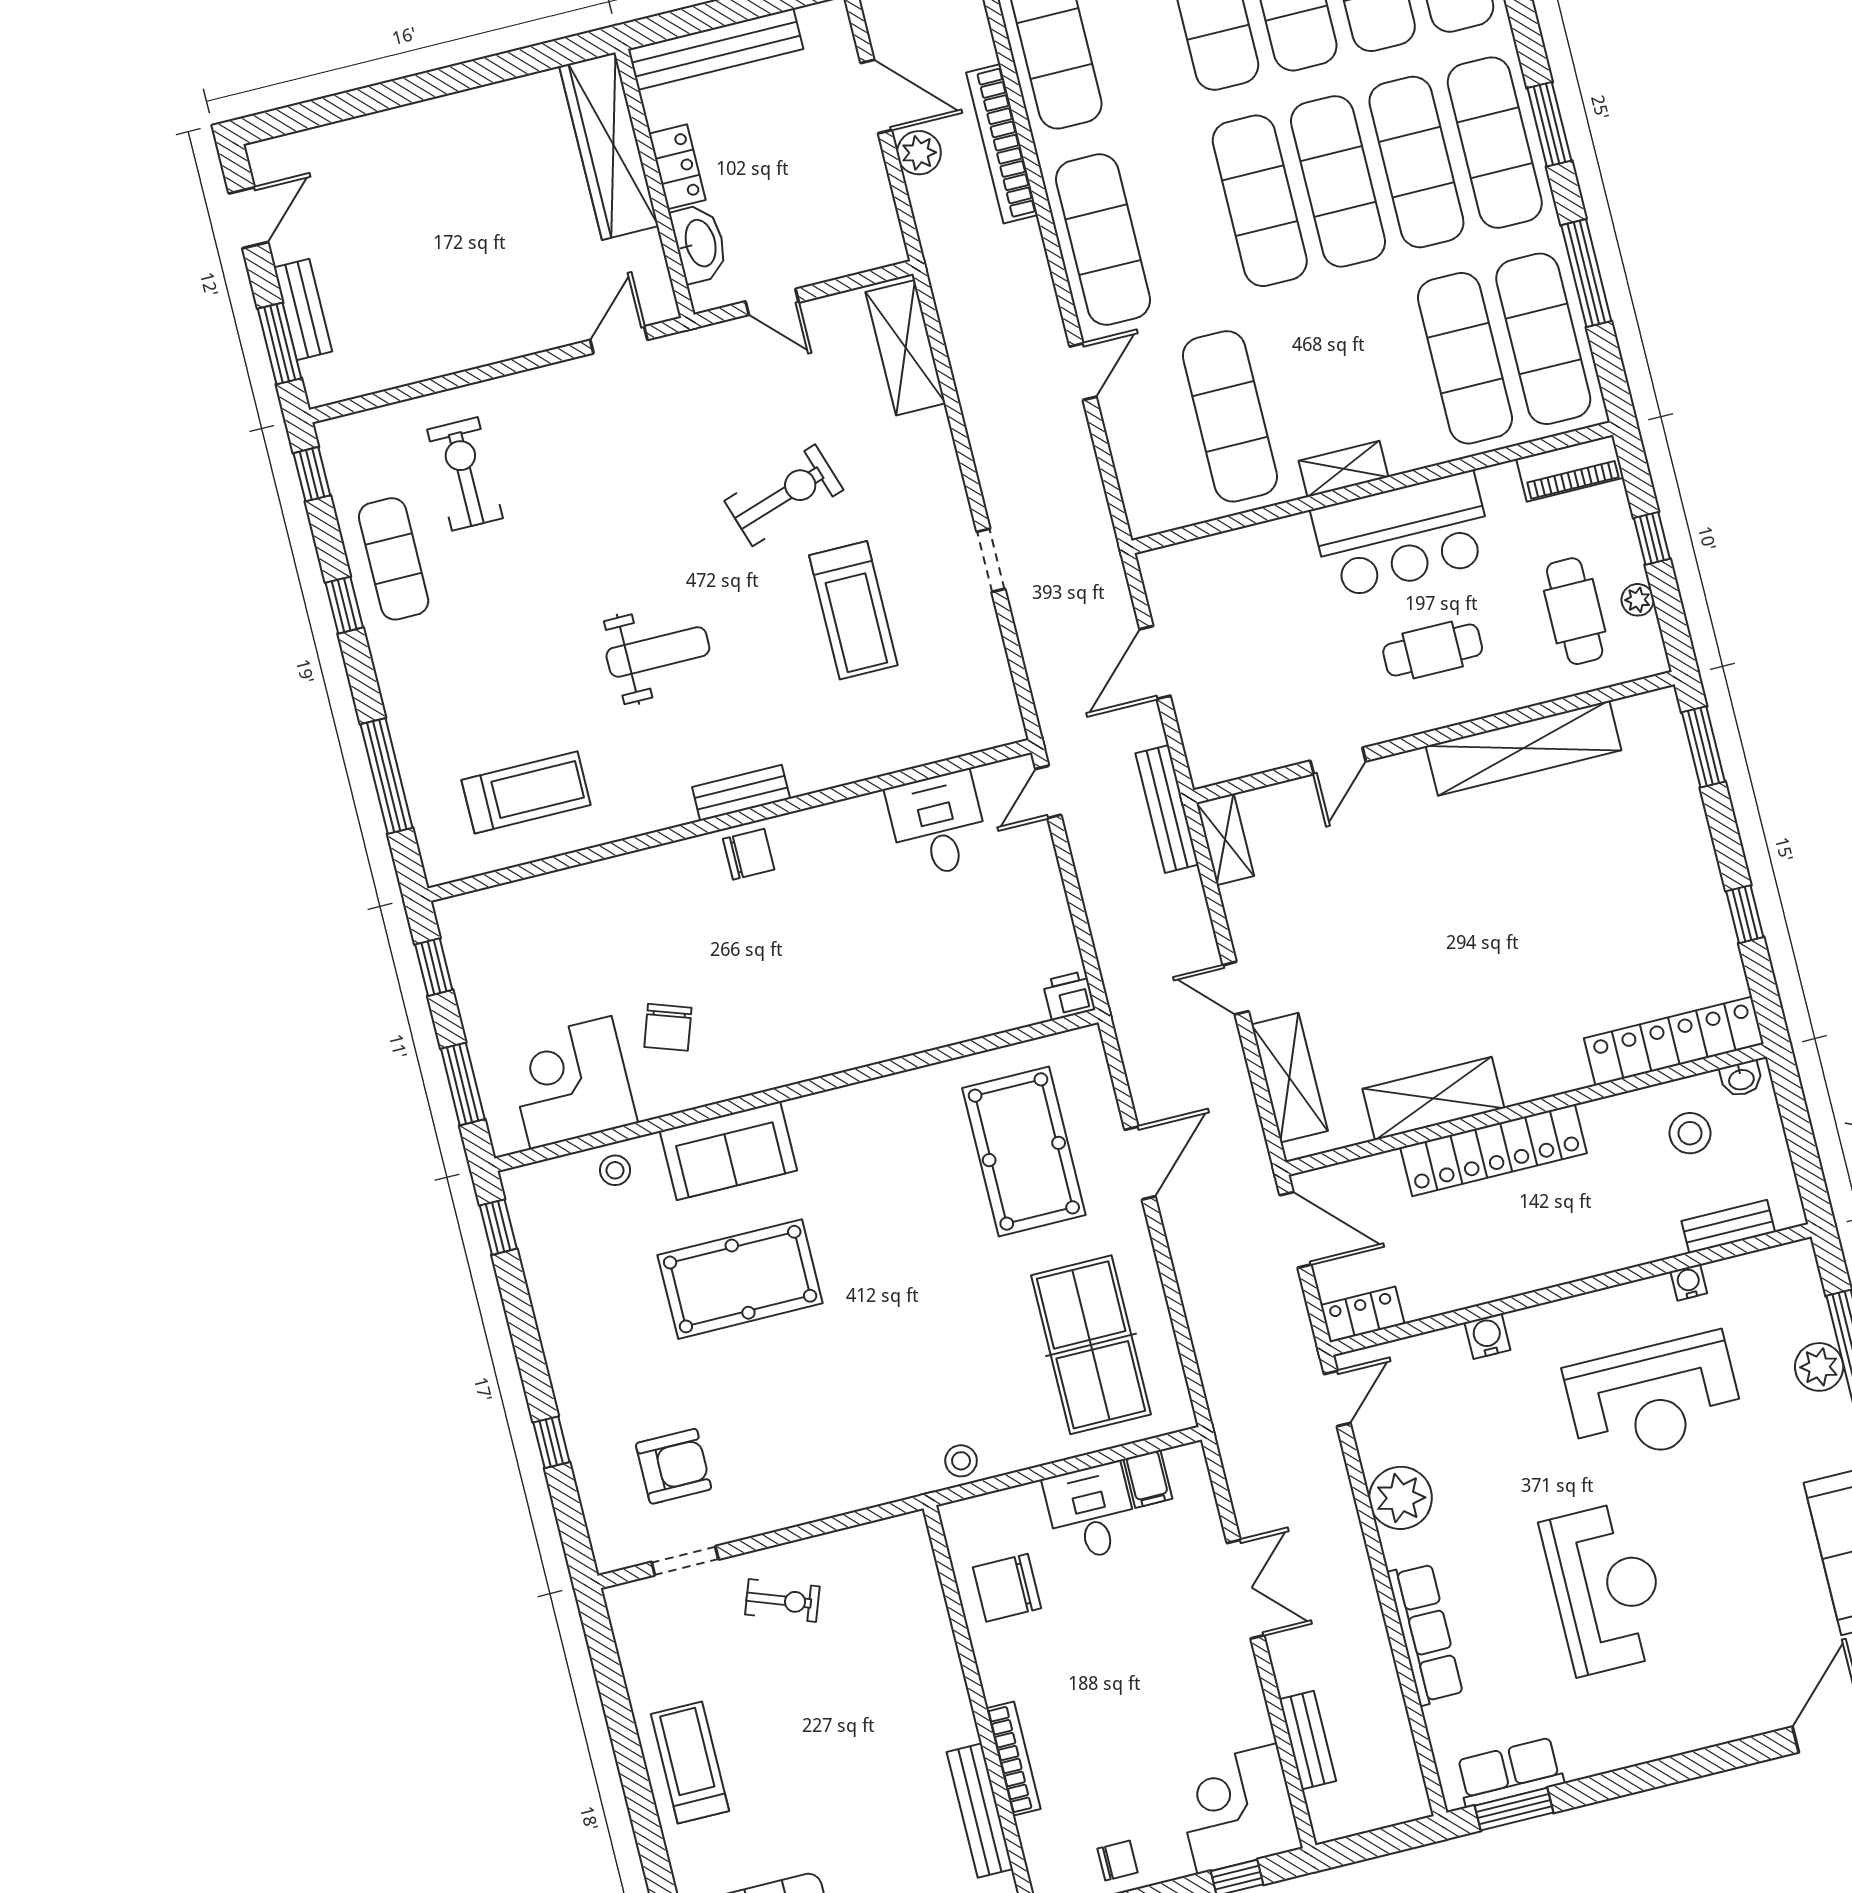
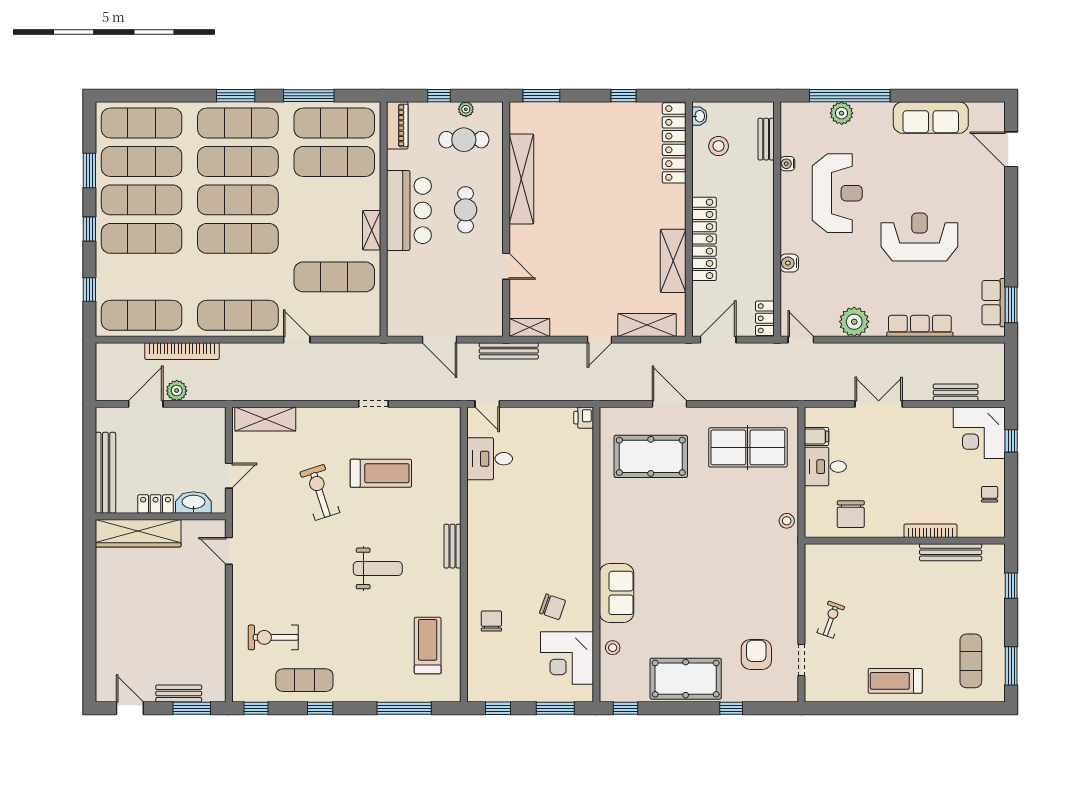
weight bench: (658, 652) -> (378, 568), turned 90
chair: (749, 854) -> (491, 621), moved
pool table: (740, 1279) -> (686, 679), moved, turned 90

